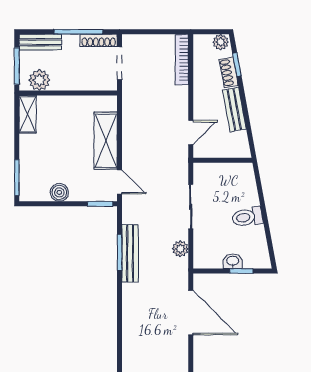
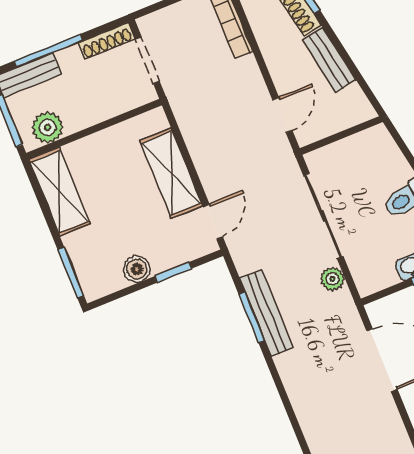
window: (78, 32) -> (48, 51), moved
shelving: (28, 114) -> (60, 192), width x1.50, depth x1.33
door: (120, 182) -> (213, 222), hinge flipped
window: (100, 204) -> (173, 272), moved
sliding door: (191, 207) -> (323, 216), width x1.37

